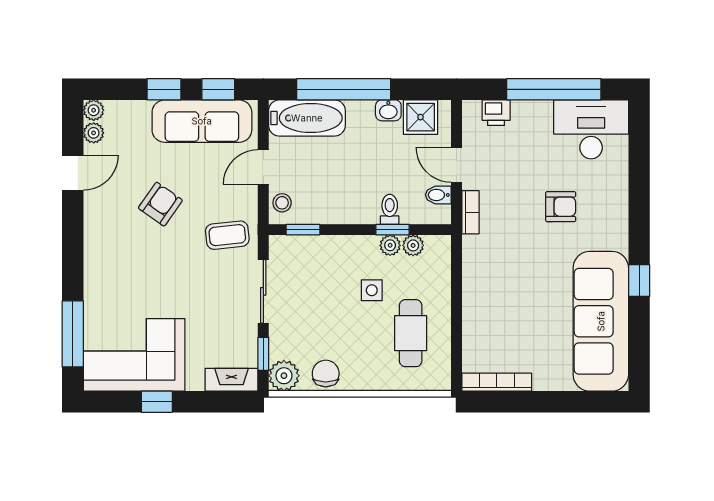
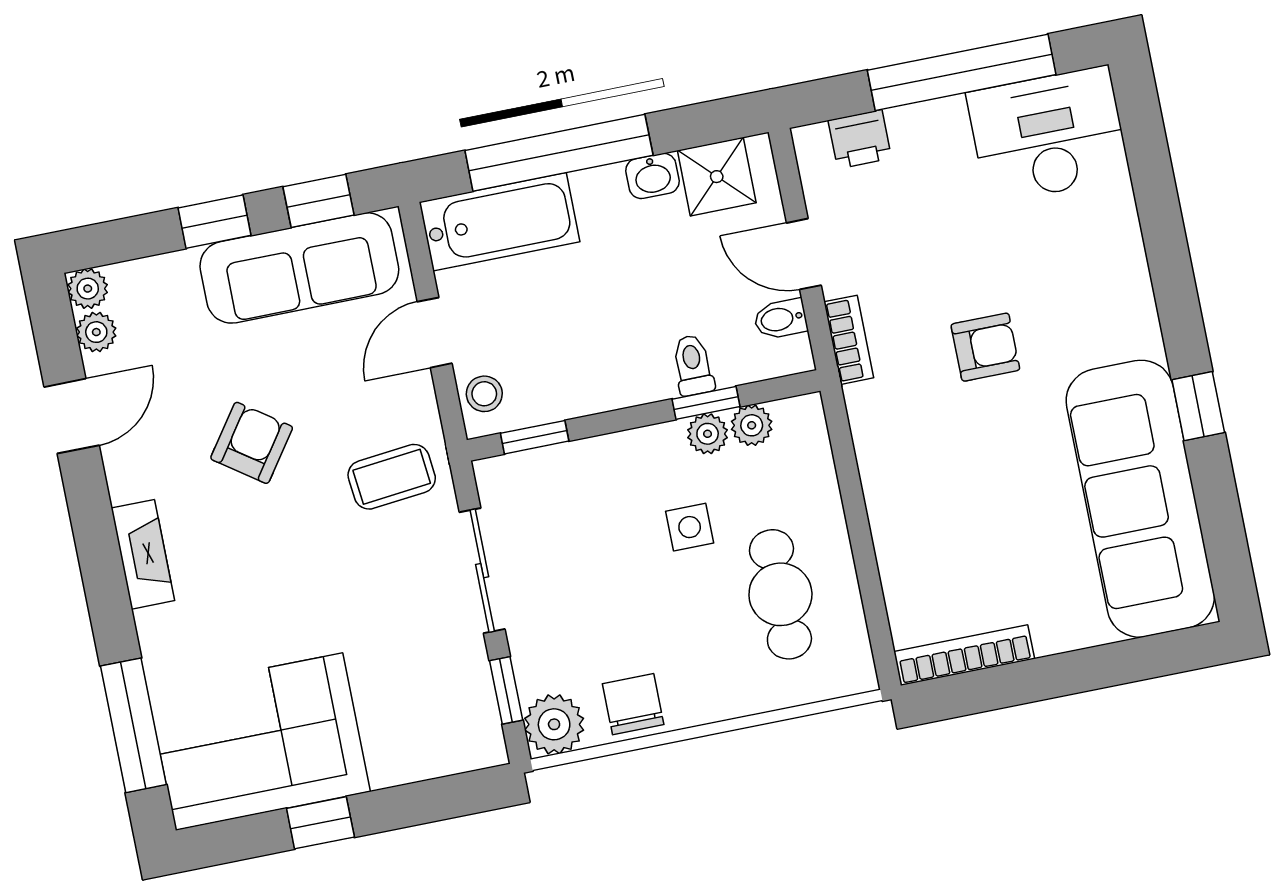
armchair: (561, 207) -> (985, 347), moved
fireplace: (231, 380) -> (143, 554), moved, turned 90

